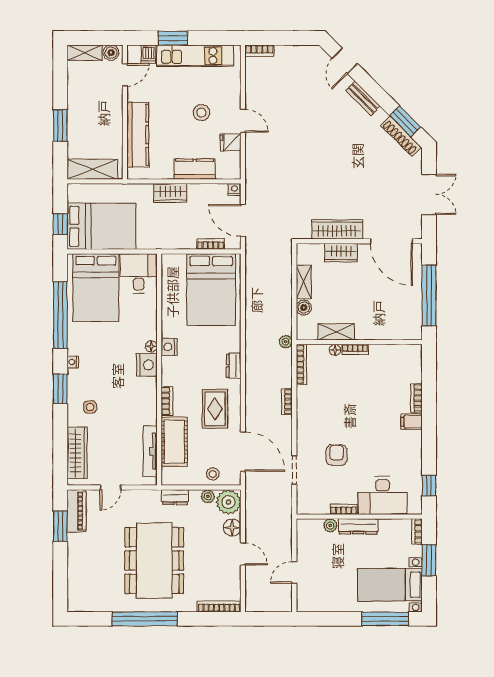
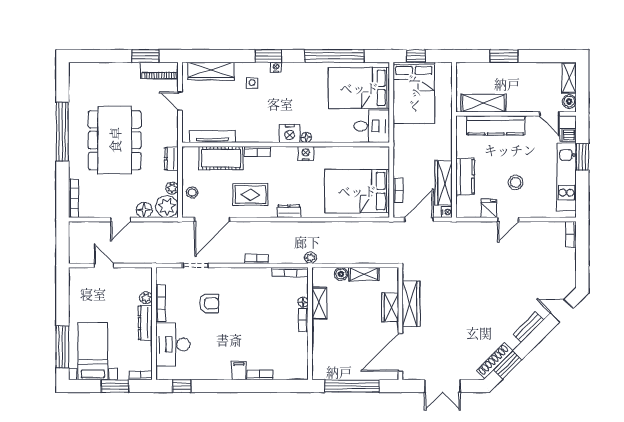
shelving: (92, 169) -> (484, 103), moved, turned 90
wardrobe: (170, 193) -> (444, 183), moved, width x1.50
nightstand: (73, 362) -> (276, 67), moved
bookcase: (344, 509) -> (161, 303), width x1.56
dining table: (154, 560) -> (115, 140), turned 90

